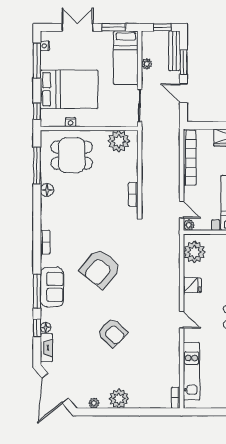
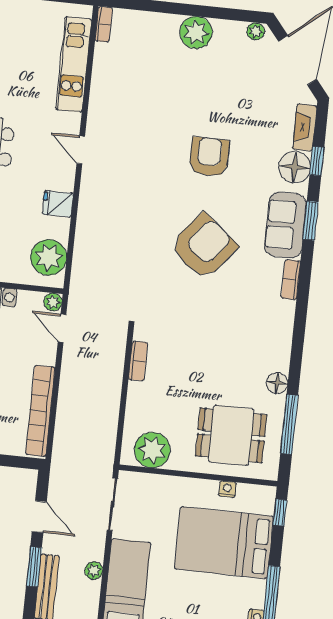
bookcase: (45, 242) -> (291, 280), moved
window: (37, 291) -> (311, 221), width x0.69
floor lamp: (46, 327) -> (295, 167), width x1.89, depth x1.89
armchair: (112, 333) -> (209, 157), moved, turned 46
plant: (94, 403) -> (256, 31), moved

